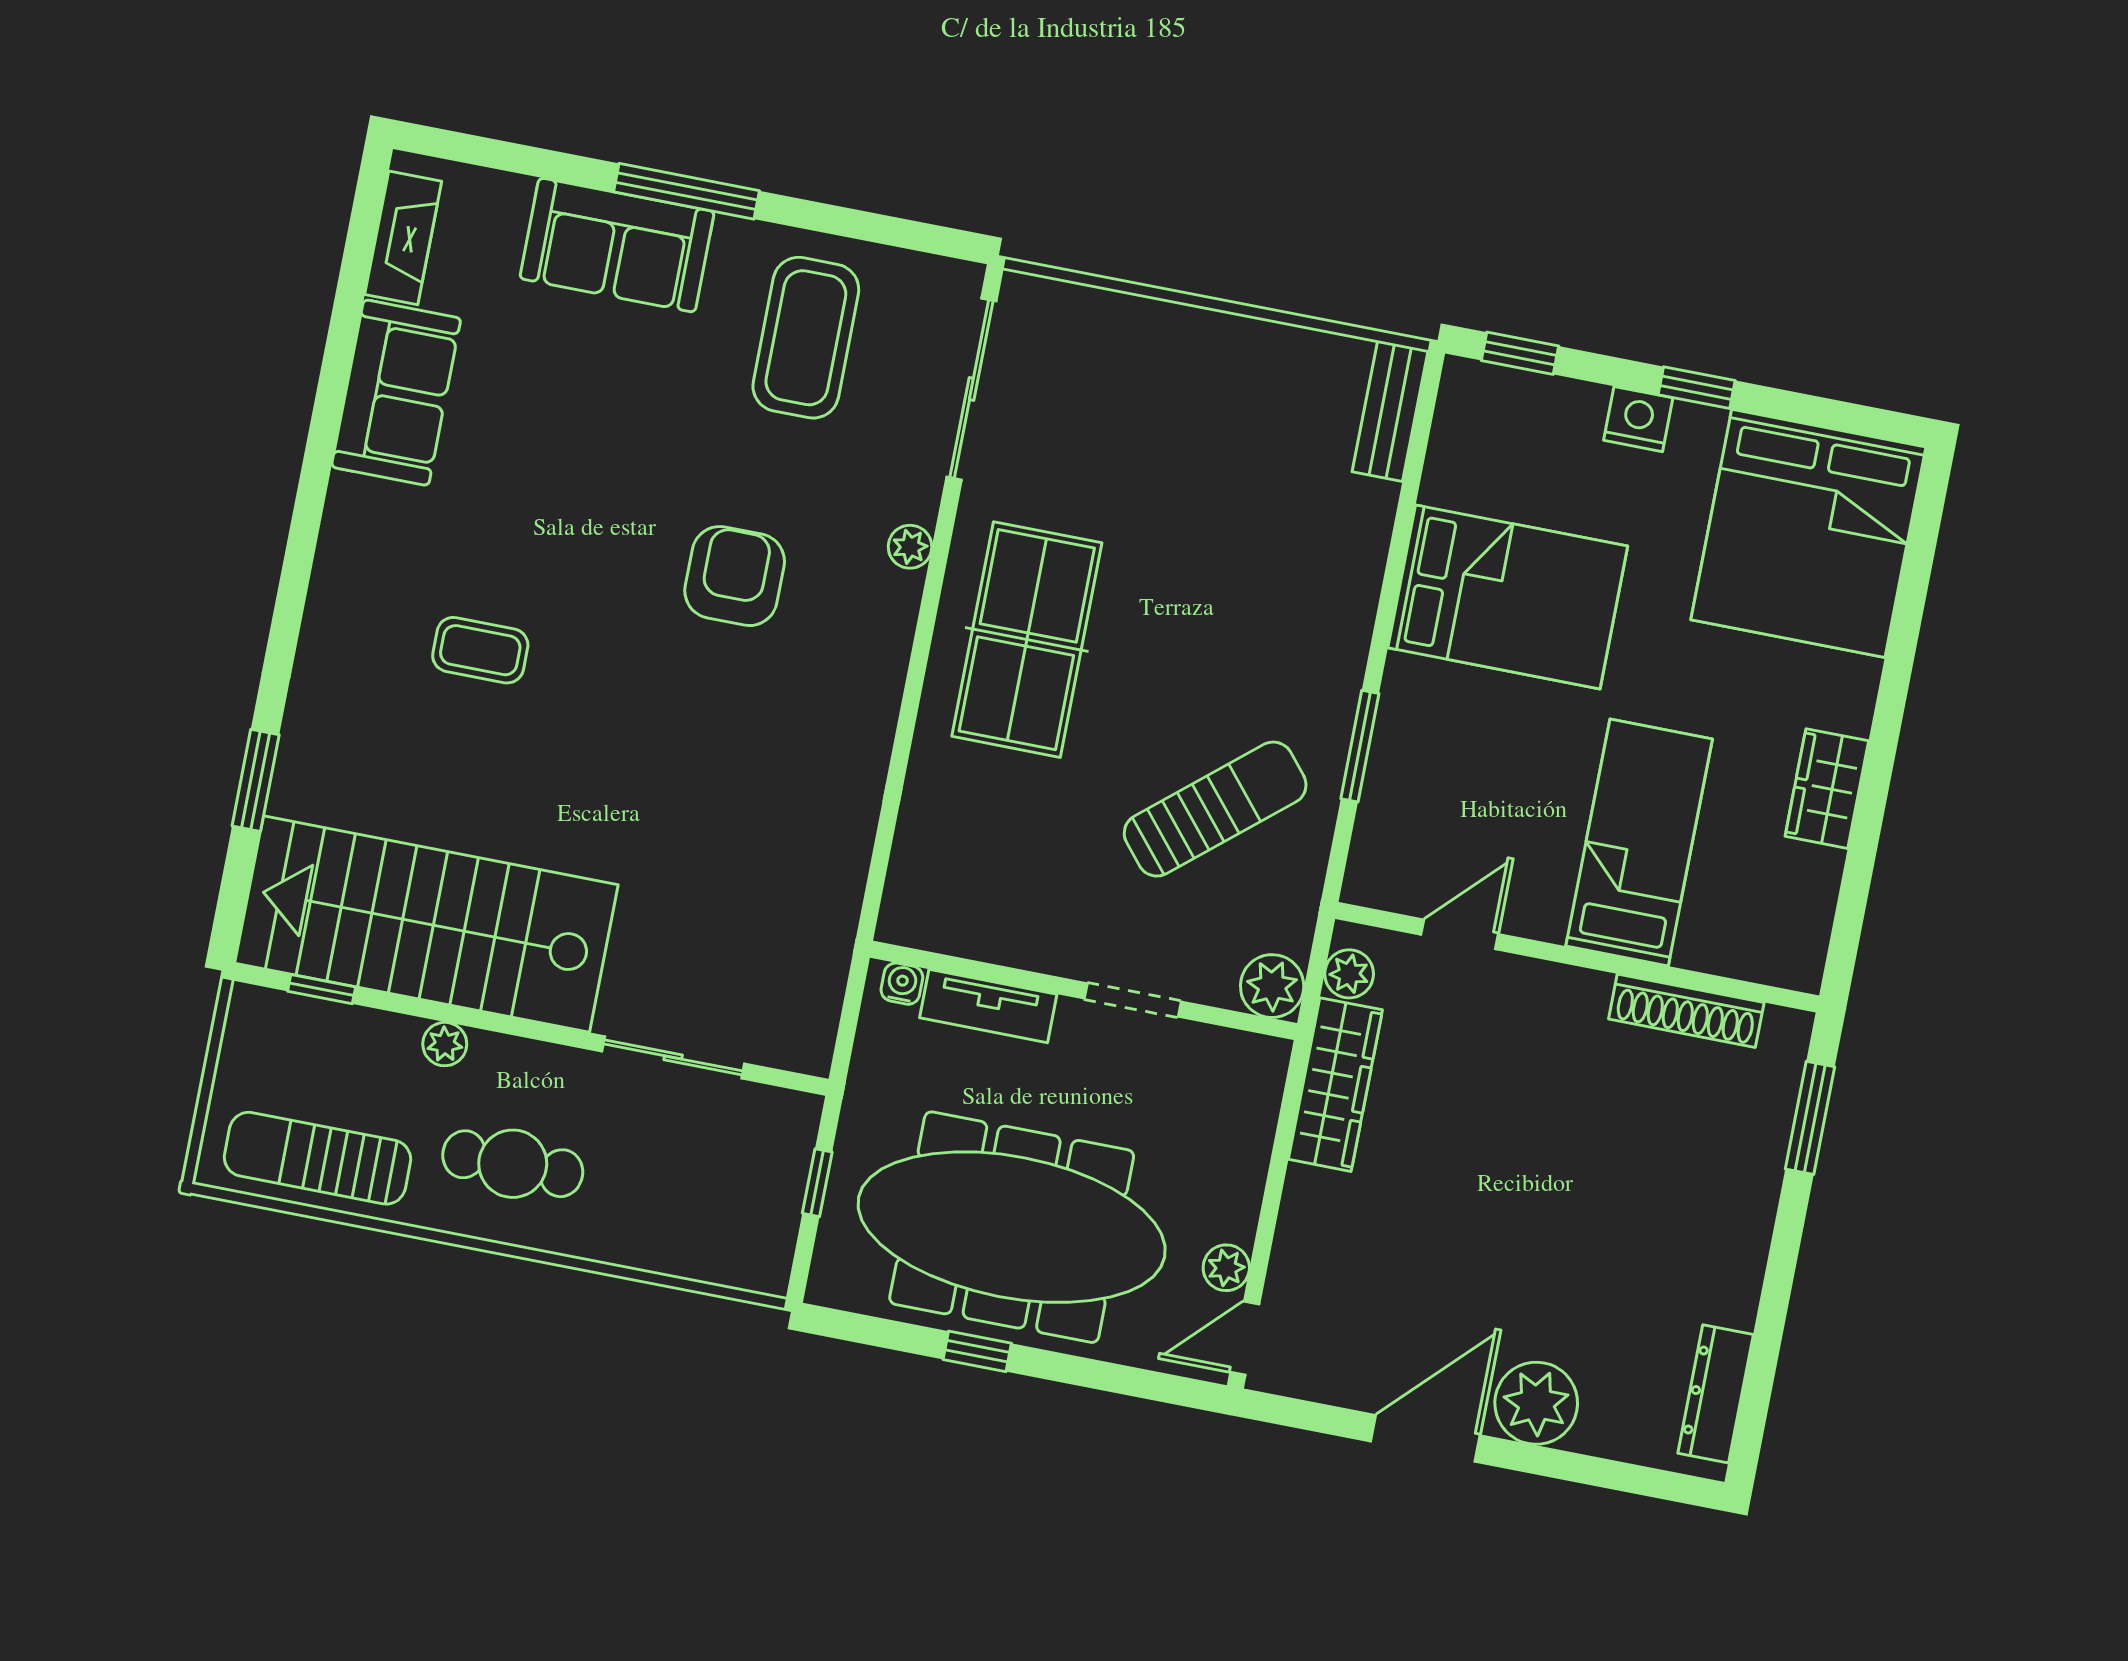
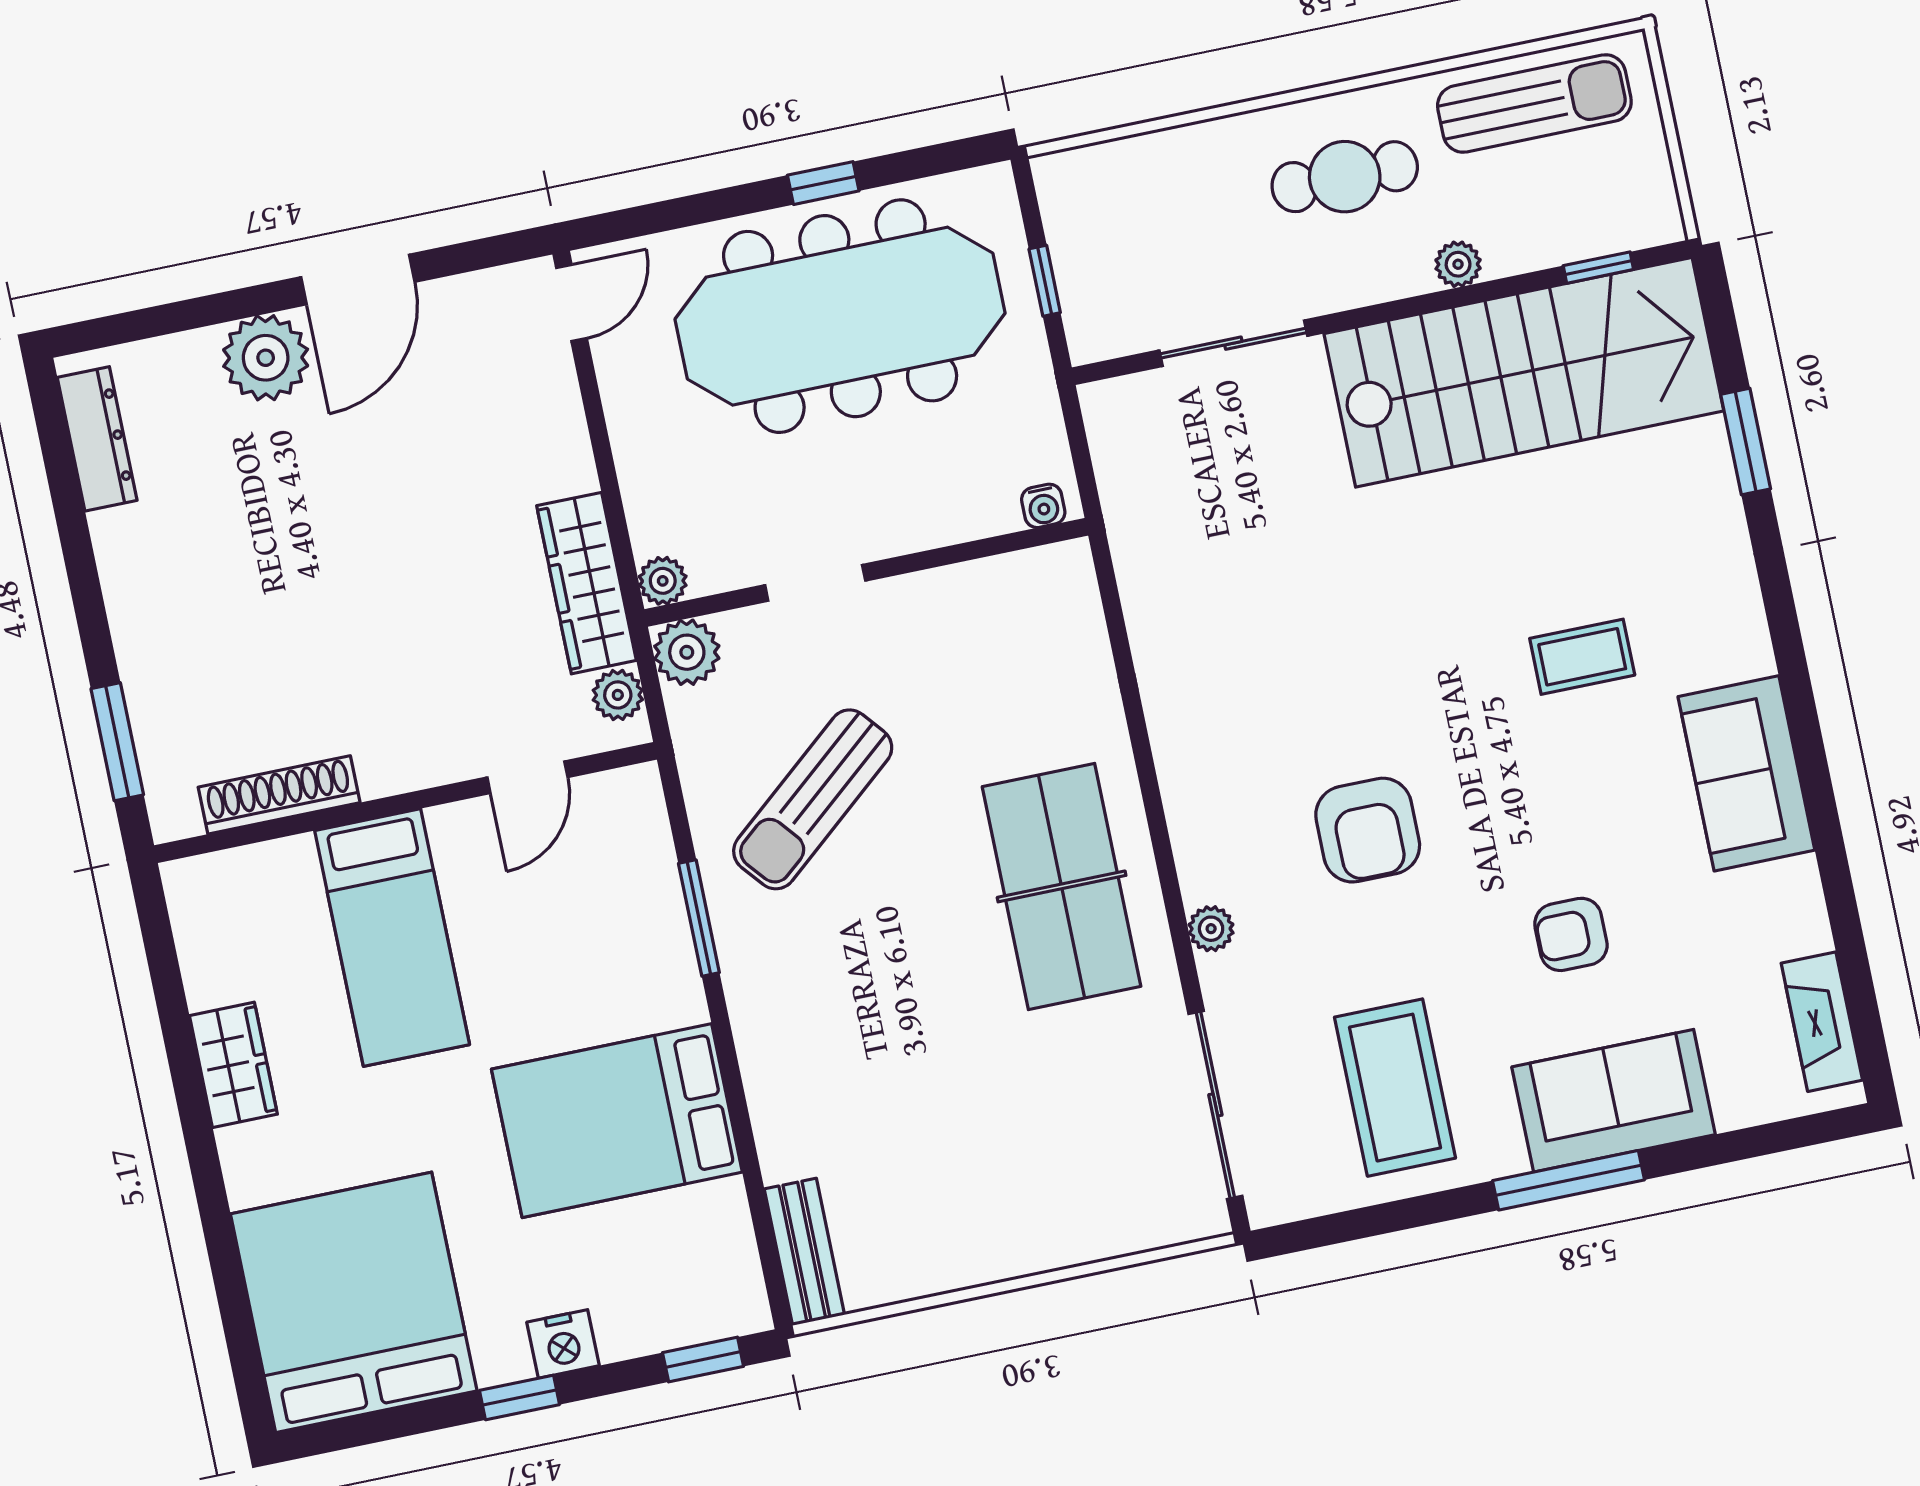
sofa: (396, 393) -> (1746, 773), moved
armchair: (593, 408) -> (1571, 934), added
tv unit: (988, 1006) -> (951, 519), removed
plant: (1226, 1268) -> (663, 581), moved

